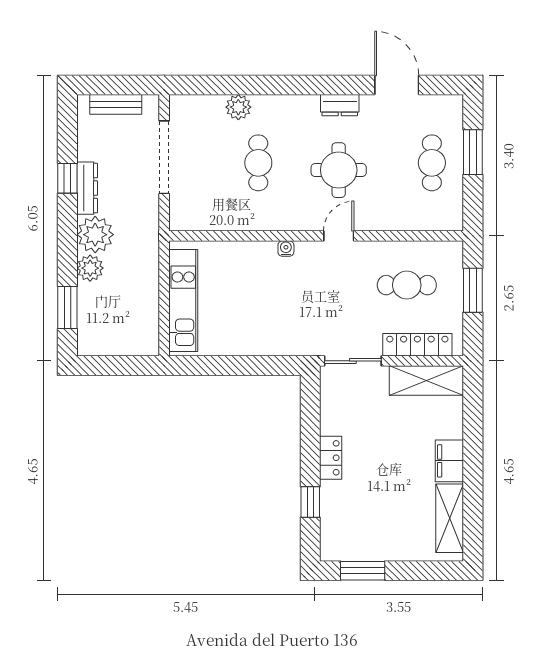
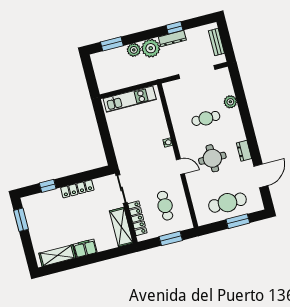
cafe table: (432, 163) -> (227, 203), width x1.37, depth x1.35
locker: (331, 458) -> (77, 189), width x1.53

